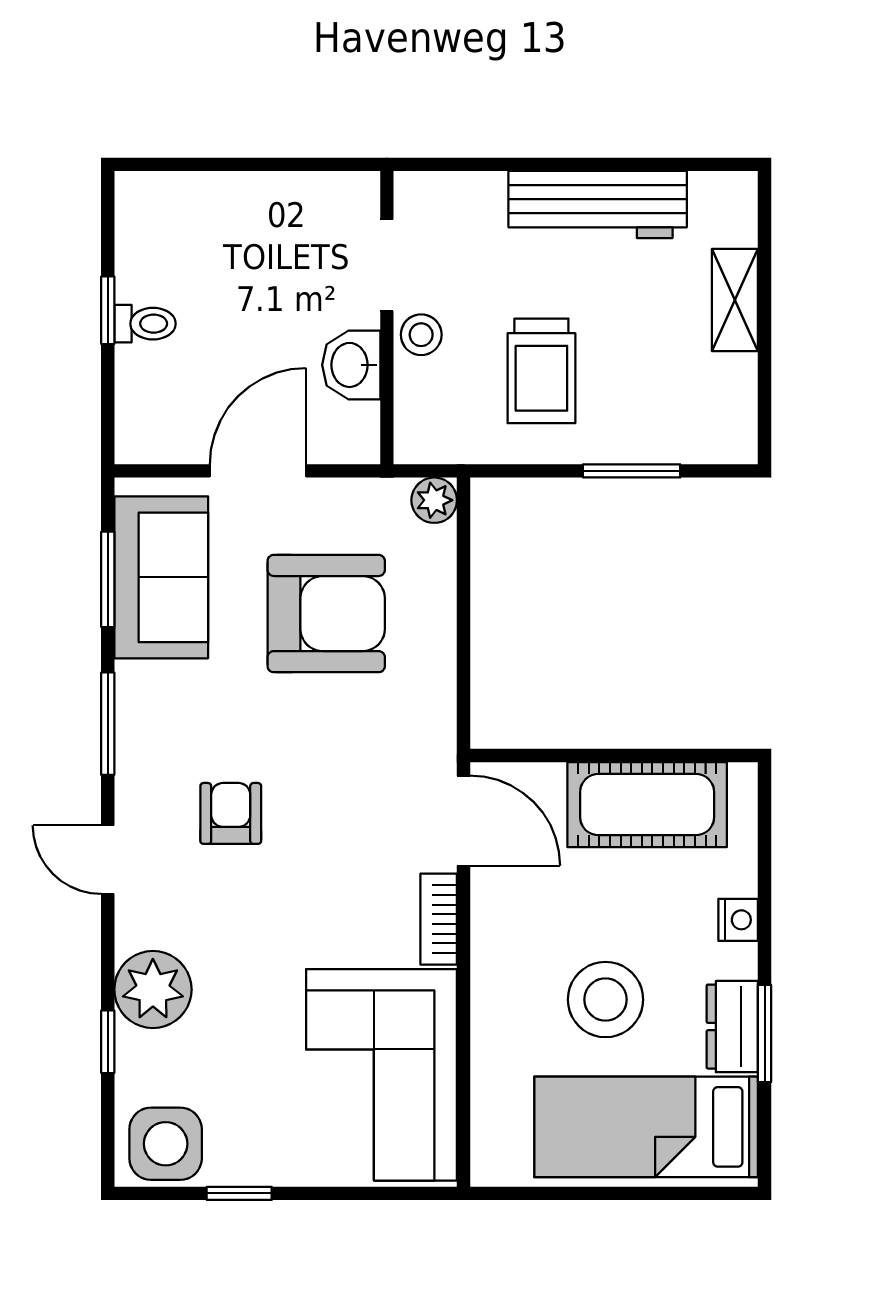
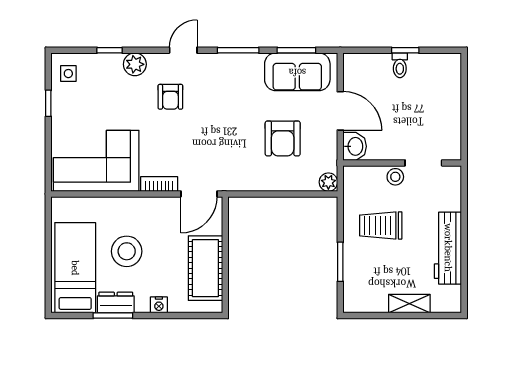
washbasin: (351, 365) -> (355, 146), moved, turned 90
armchair: (326, 614) -> (283, 138), width x0.73, depth x0.73
armchair: (231, 813) -> (170, 97), moved, turned 90
plant: (153, 990) -> (135, 64), width x0.73, depth x0.73
side table: (166, 1144) -> (68, 74), width x0.54, depth x0.54

